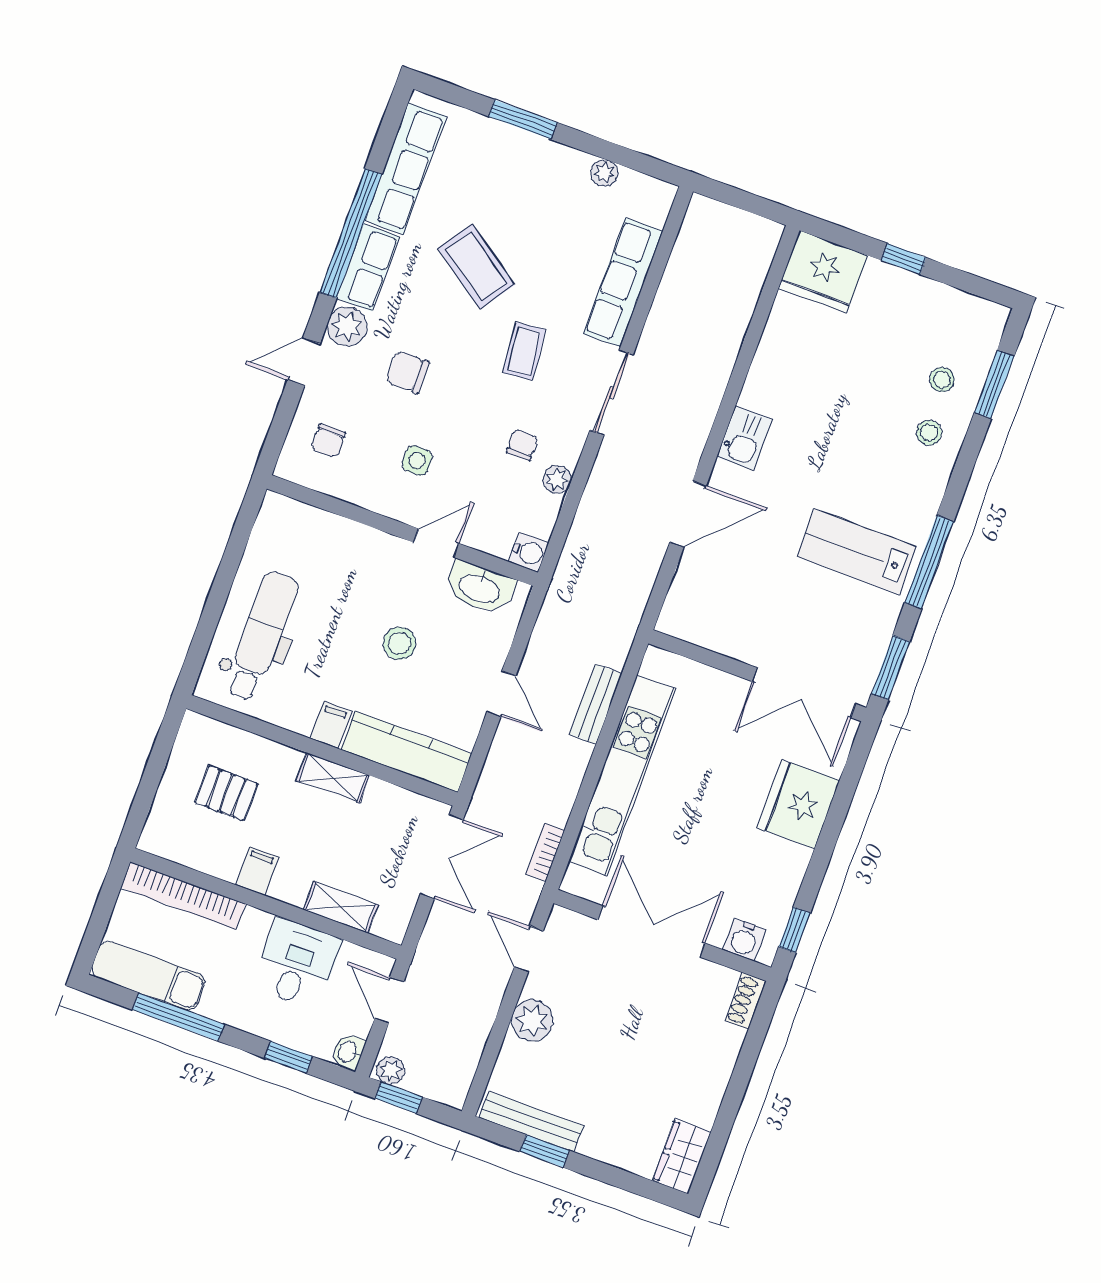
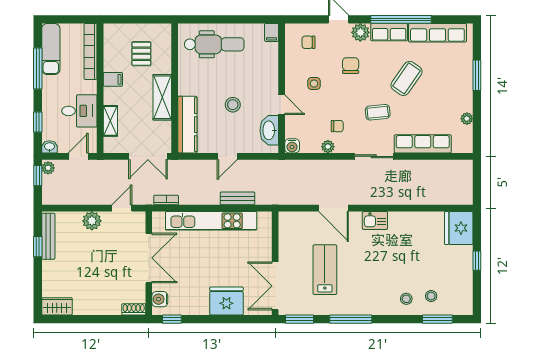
lab bench: (857, 552) -> (325, 270), moved
filing cabinet: (331, 725) -> (272, 33), moved, turned 90
shelving: (333, 778) -> (162, 97), width x1.50, depth x1.33

